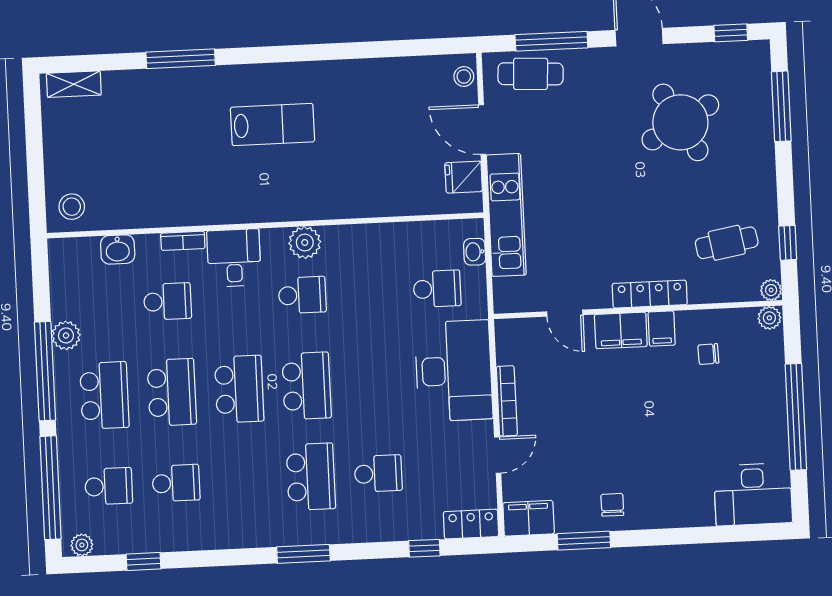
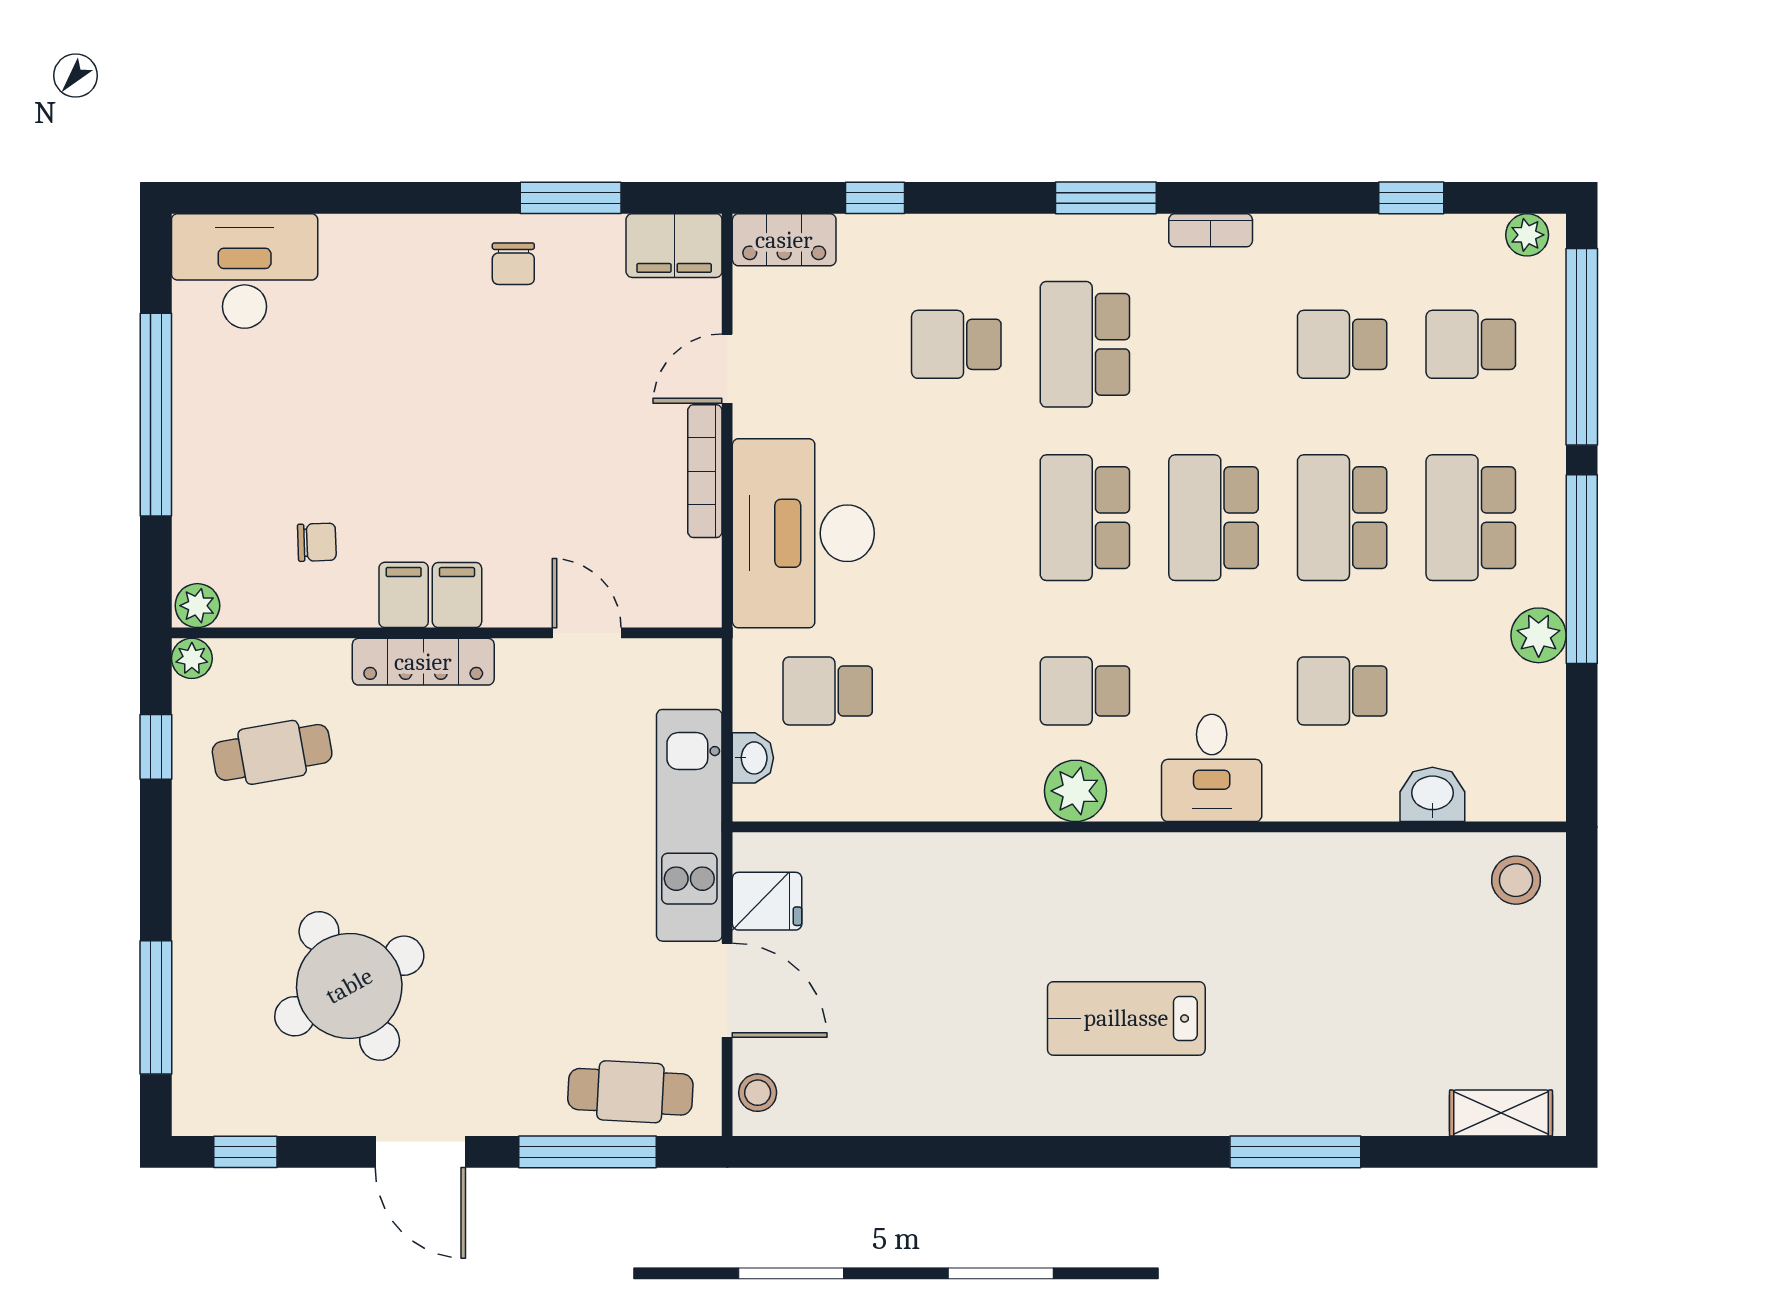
bookcase: (183, 241) -> (1211, 230), moved, turned 180
filing cabinet: (621, 330) -> (457, 595), width x0.50

